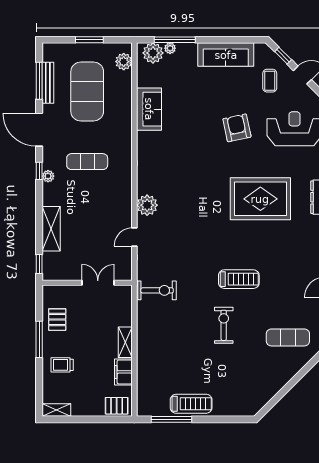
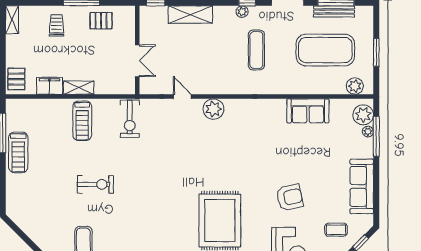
treadmill: (239, 279) -> (82, 121), moved

